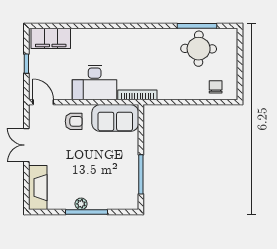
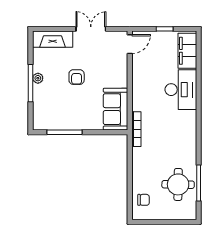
desk: (95, 83) -> (181, 90), moved, turned 180
armchair: (74, 121) -> (77, 77), moved

